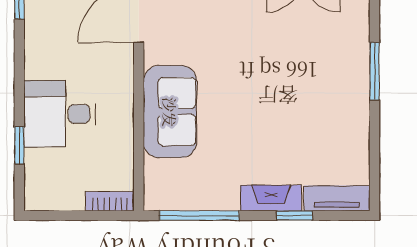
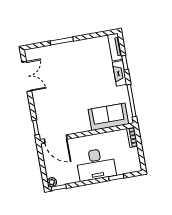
sofa: (170, 112) -> (108, 117), moved
desk: (60, 114) -> (96, 164), width x1.37

